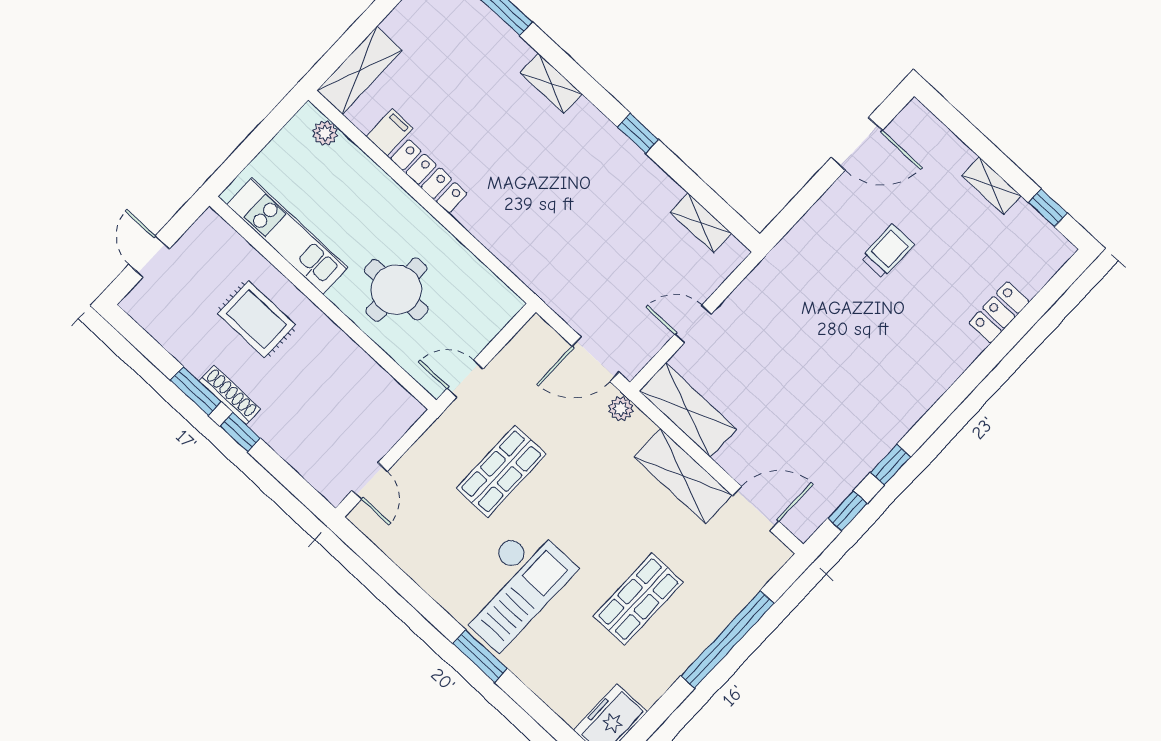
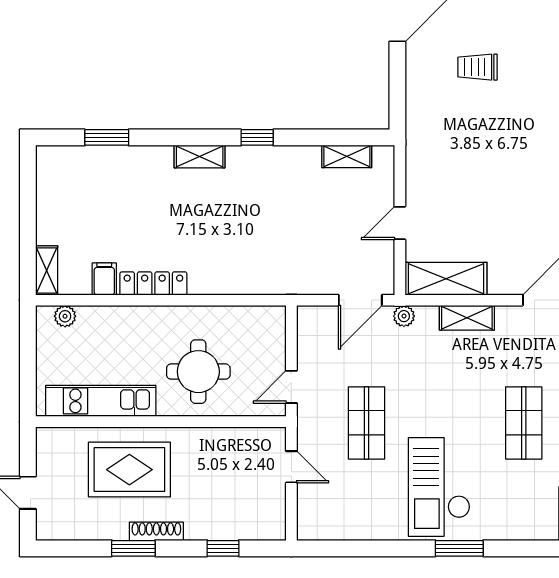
shelving: (359, 70) -> (47, 270), width x0.67, depth x0.75
shelving: (551, 83) -> (200, 157), moved
trolley: (887, 251) -> (477, 67), turned -90
rug: (256, 319) -> (129, 470), width x1.36, depth x1.43
window: (240, 432) -> (223, 548), moved
shelving: (683, 476) -> (467, 318), width x0.67, depth x0.75
door: (370, 481) -> (291, 467), moved
checkout: (513, 586) -> (439, 487), turned 180

